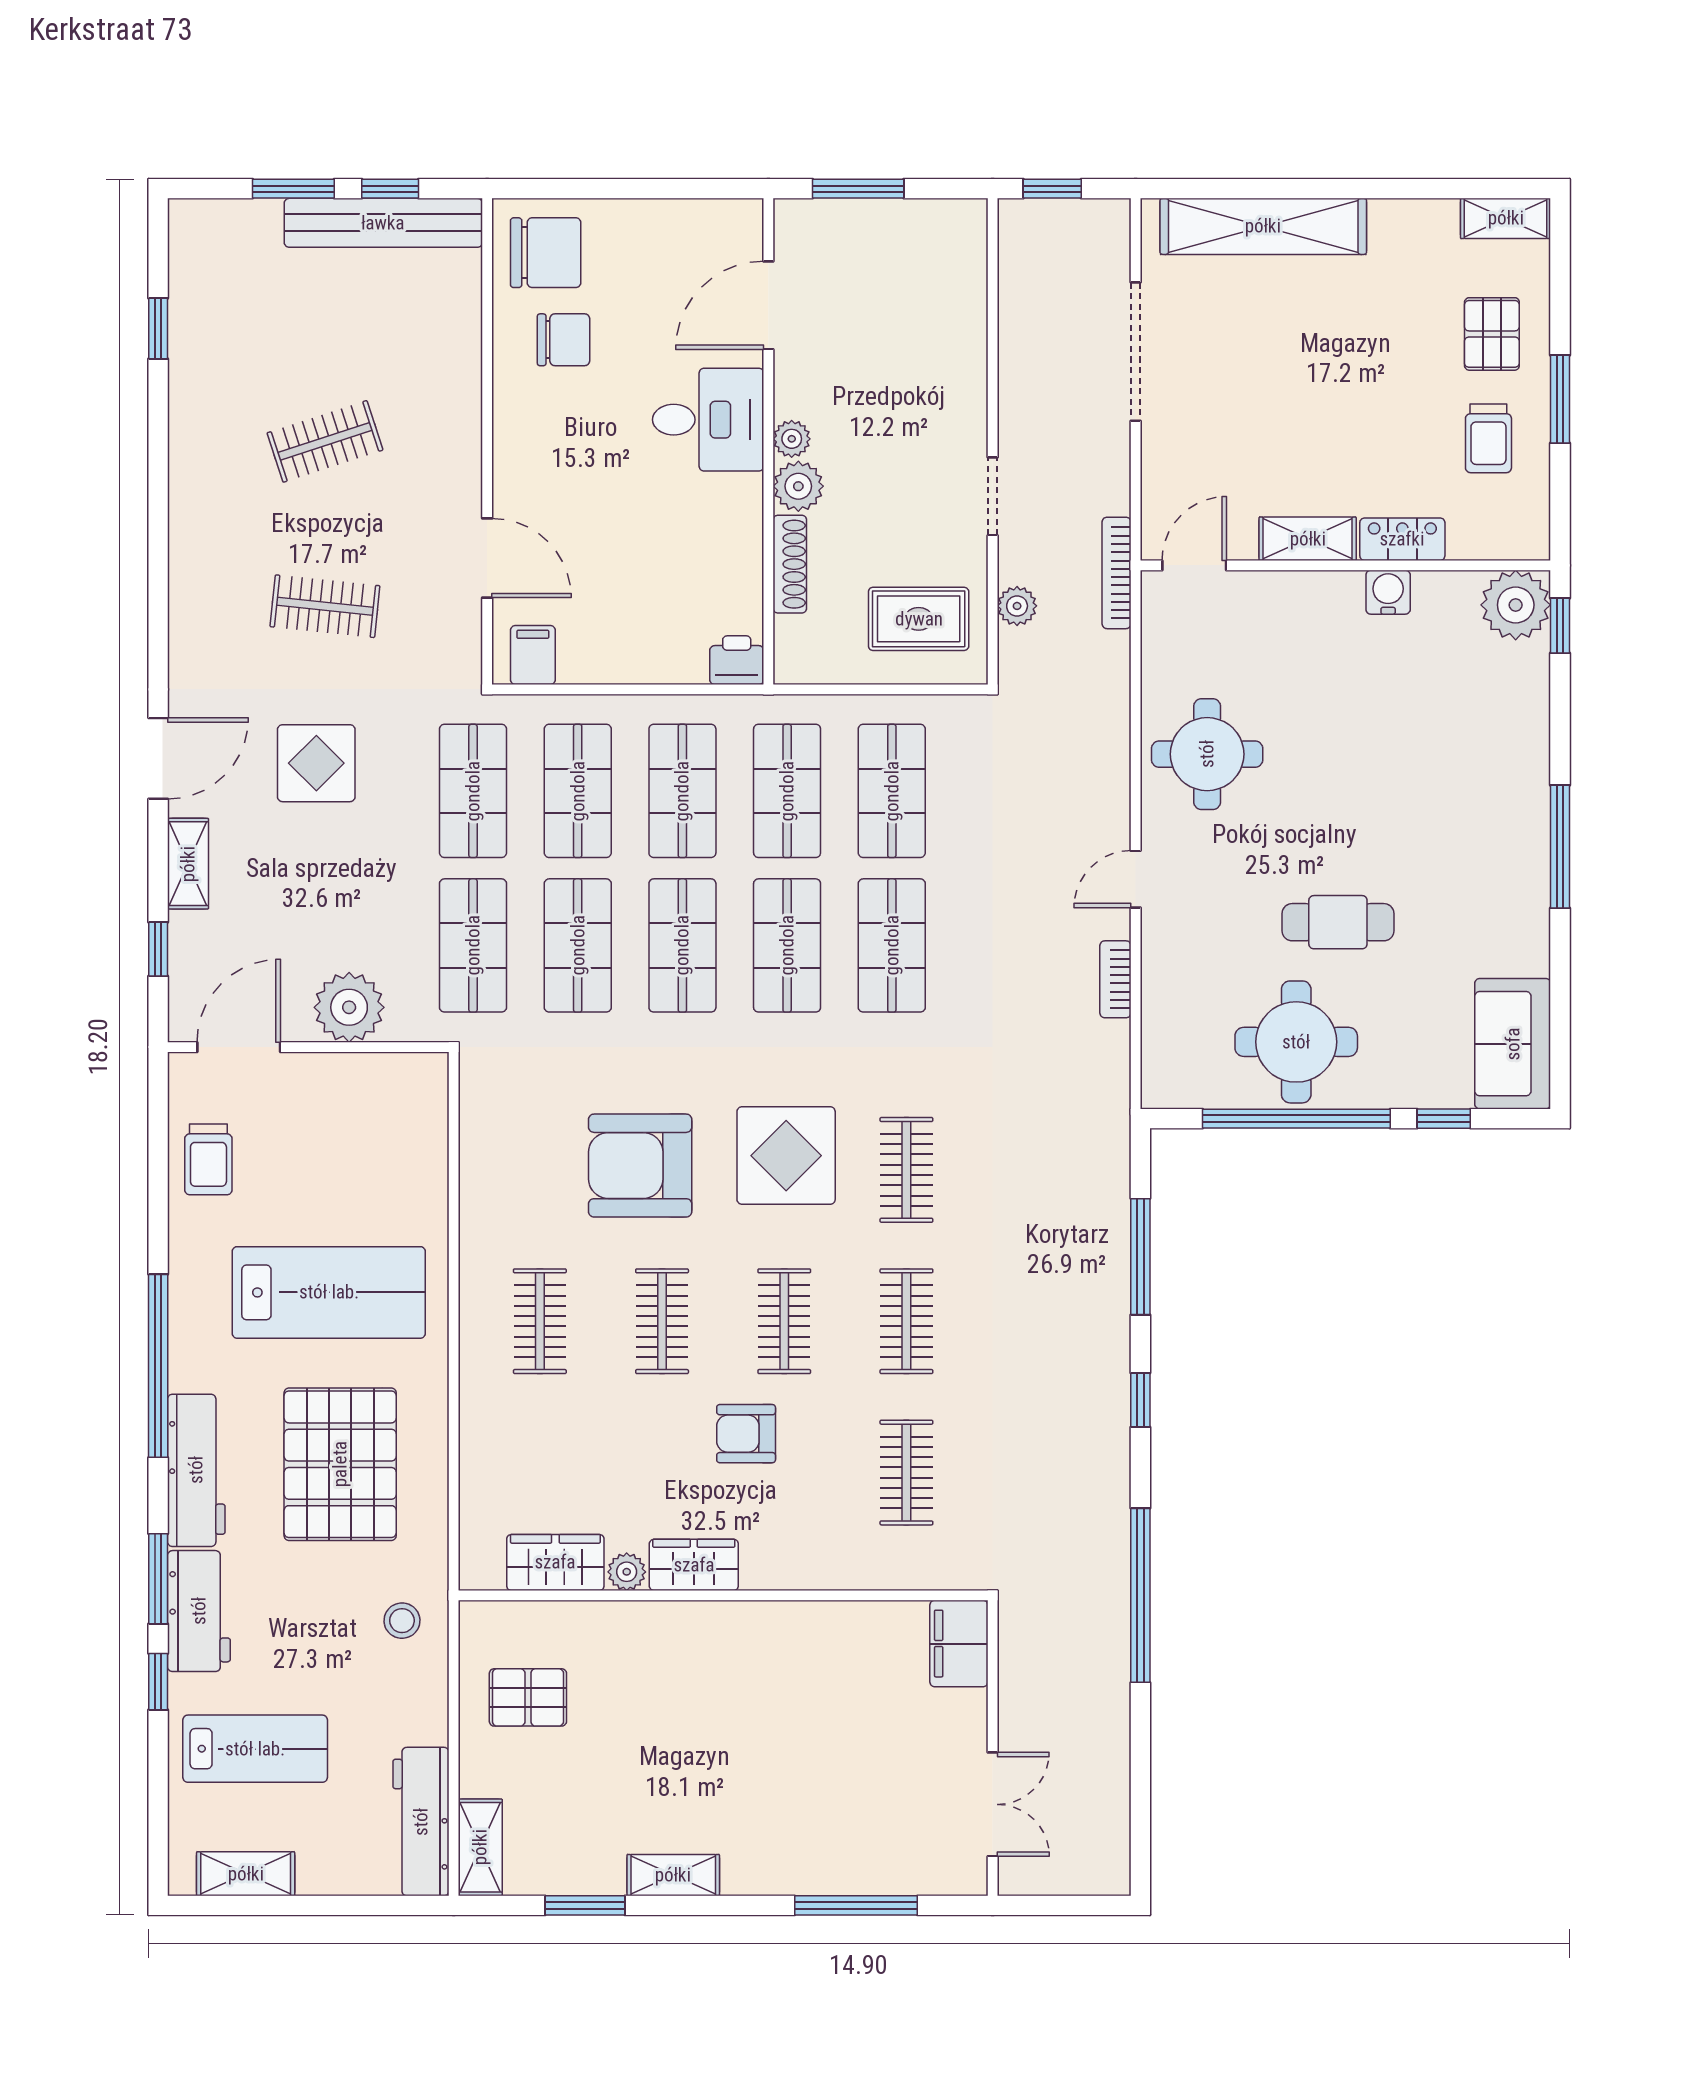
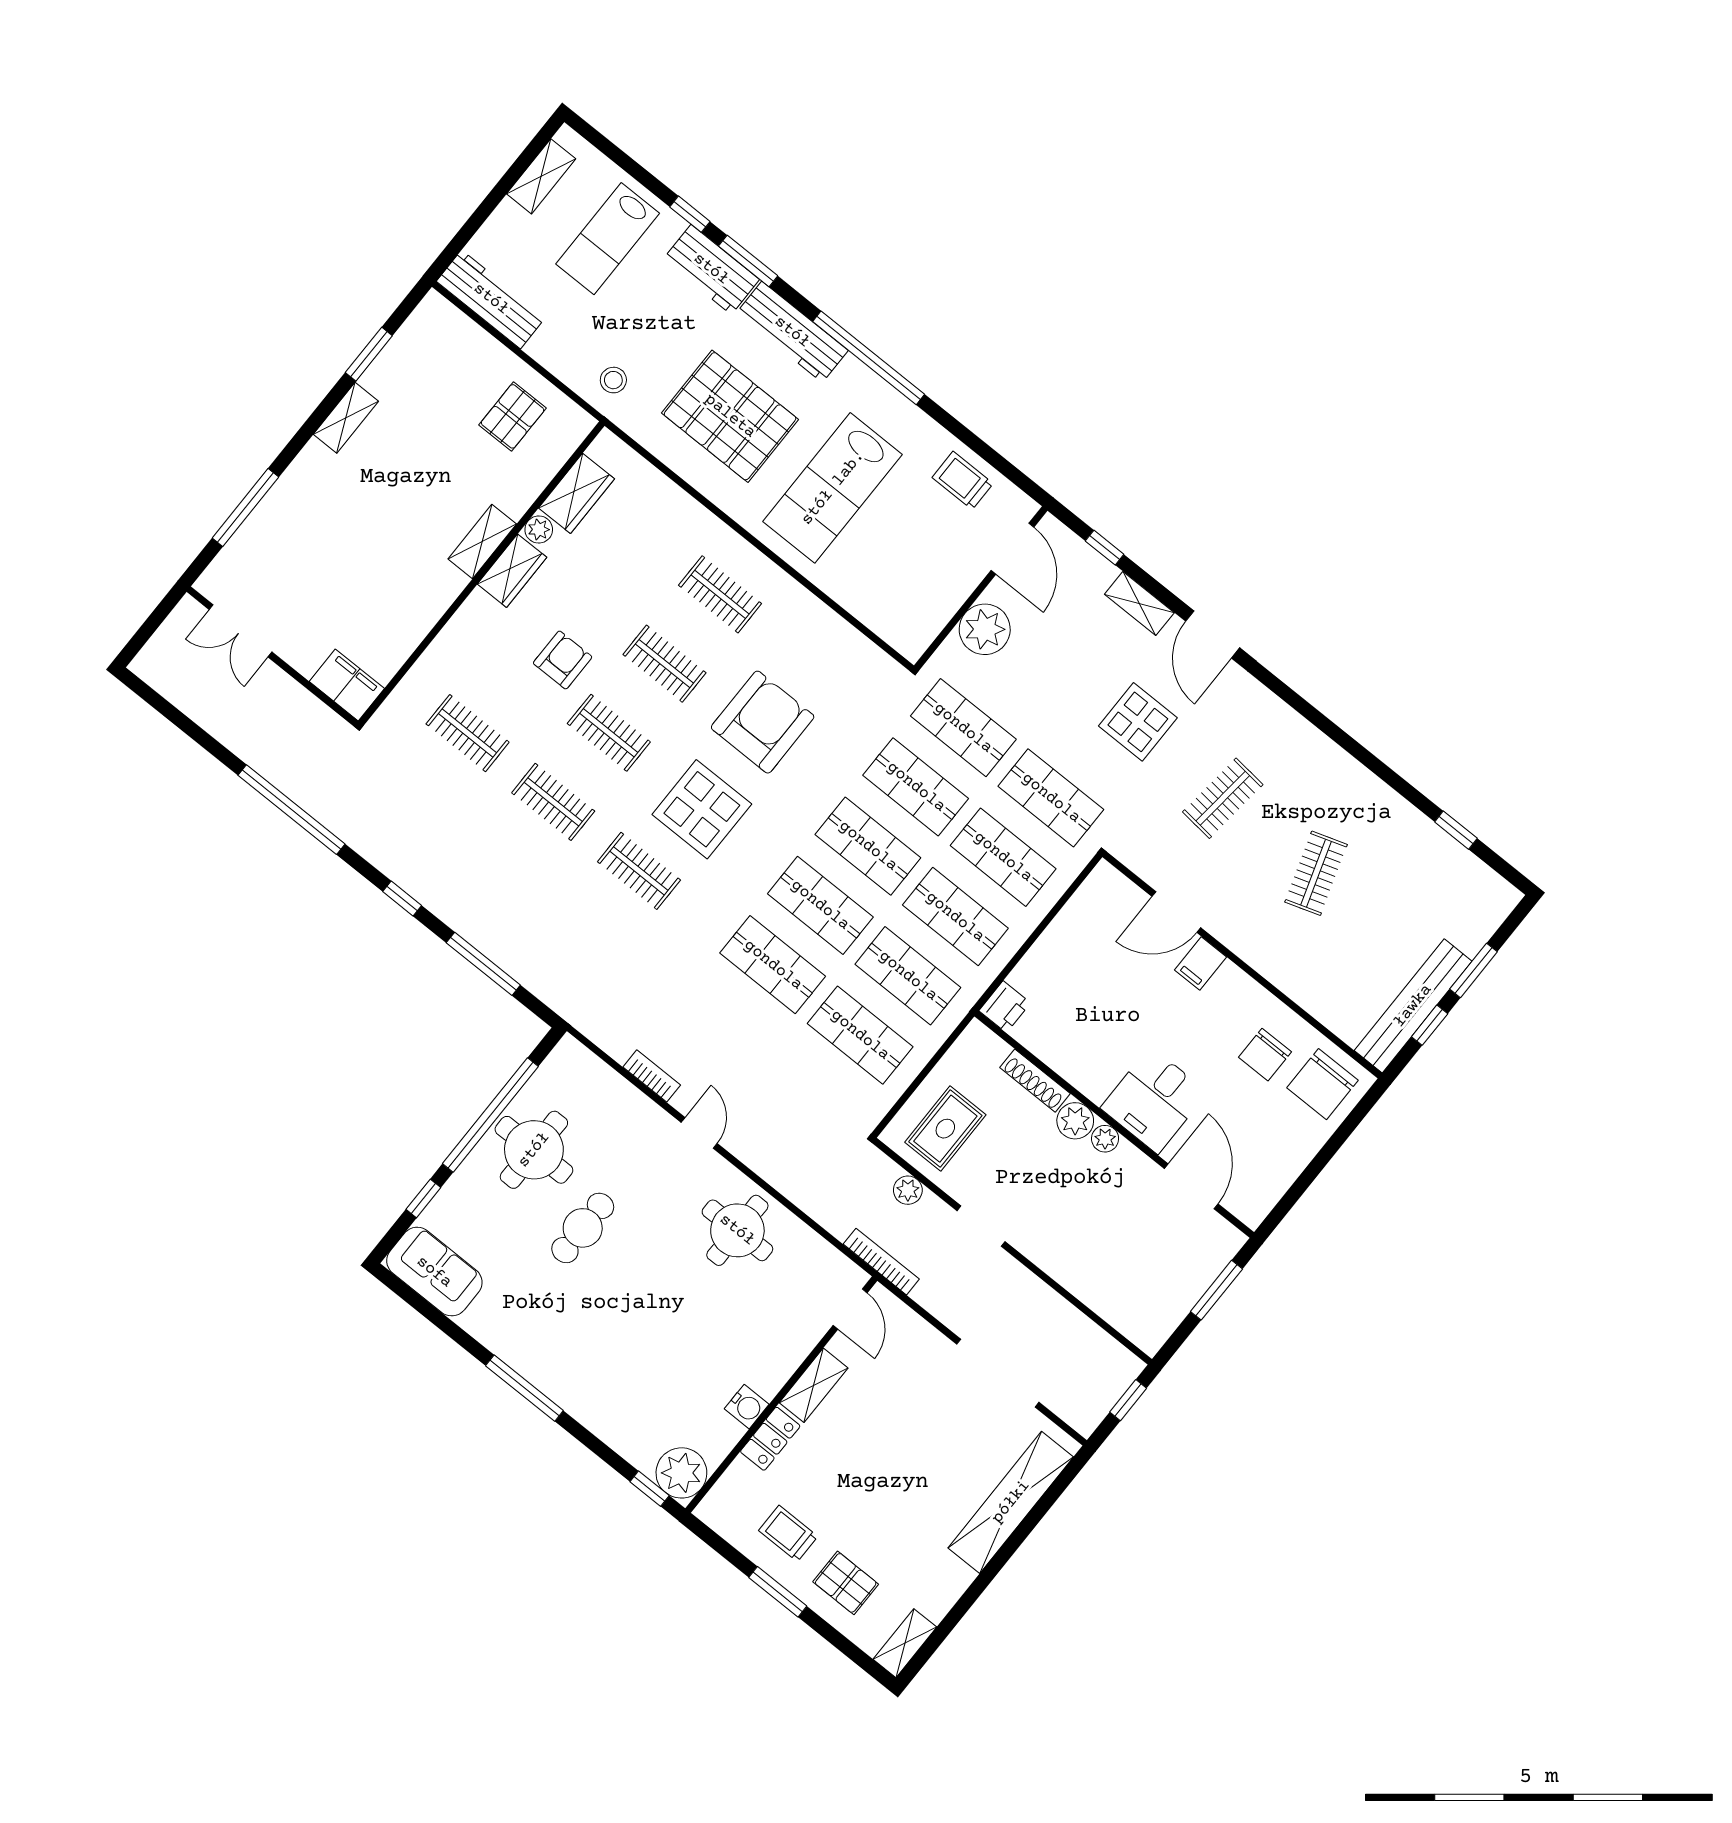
filing cabinet: (533, 655) -> (1201, 964), moved, turned 90
shelving: (480, 1847) -> (482, 542), moved, turned 90

